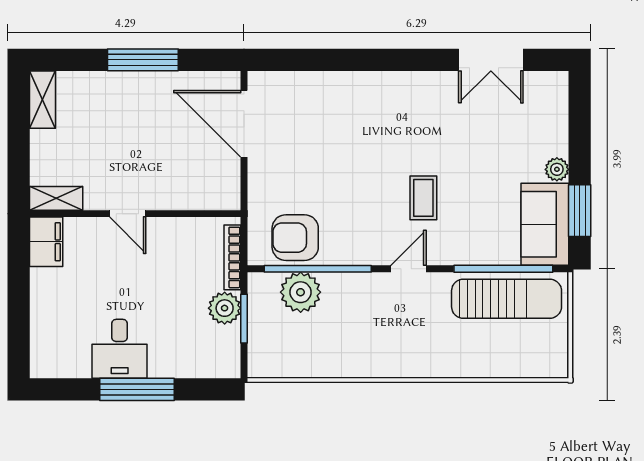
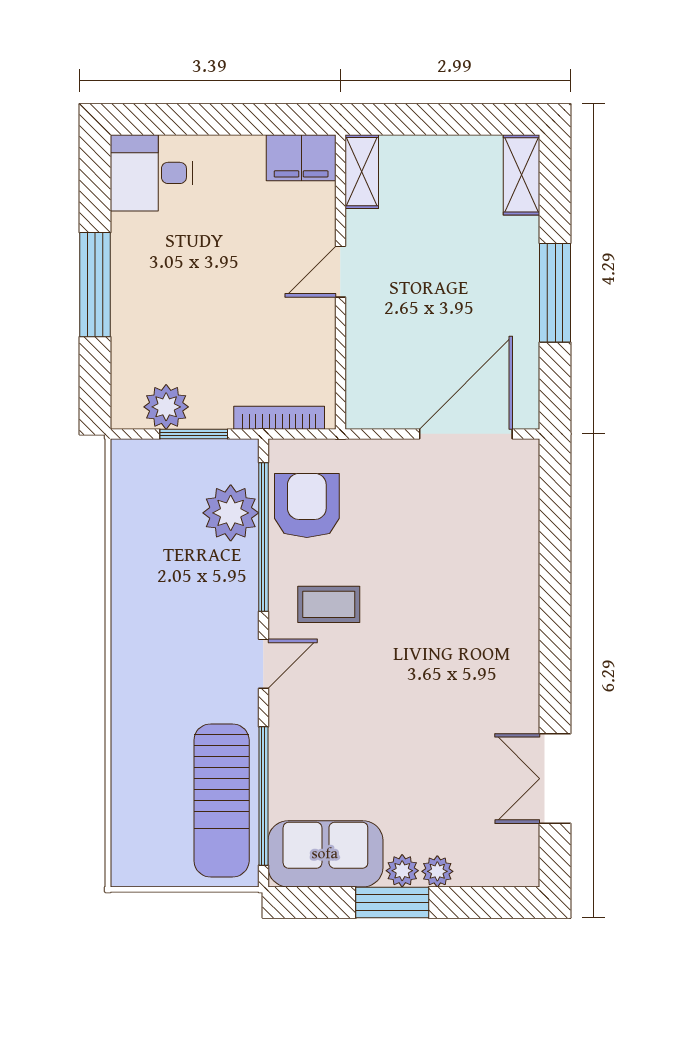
shelving: (43, 100) -> (522, 175), moved, turned 90
plant: (557, 144) -> (437, 871), added
coffee table: (423, 198) -> (329, 604), moved
window: (580, 211) -> (392, 902), moved
door: (409, 269) -> (263, 664), hinge flipped
plant: (225, 308) -> (166, 407), moved
desk: (120, 349) -> (152, 173), moved

